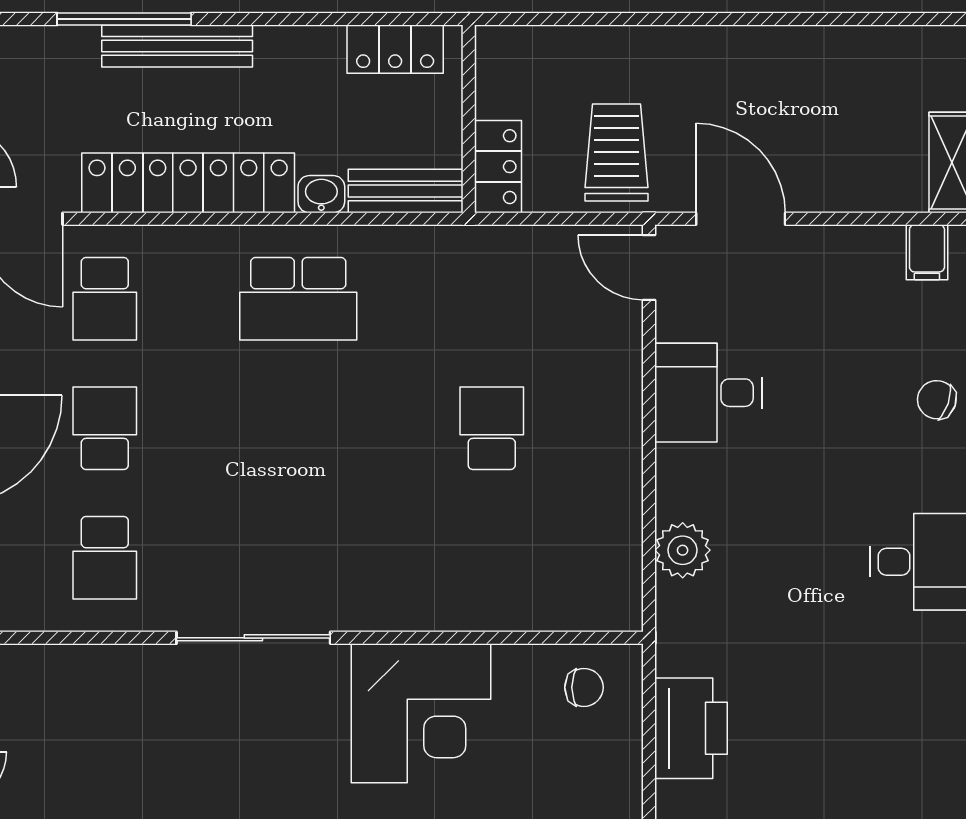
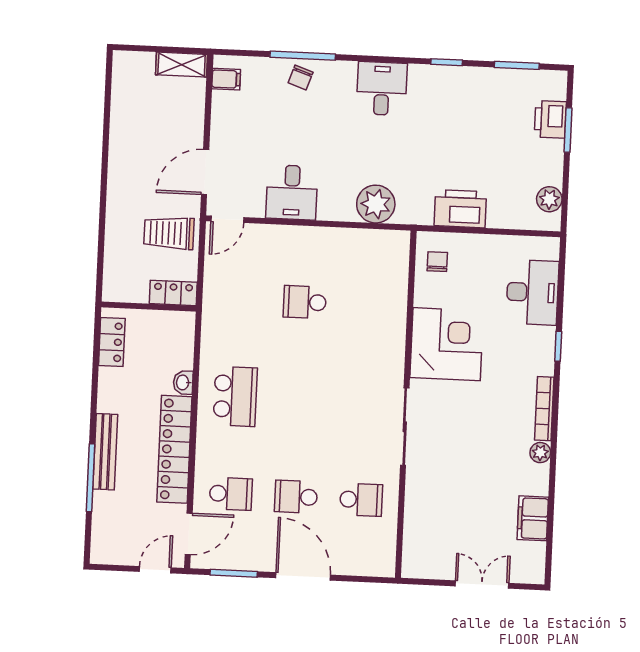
bench: (406, 191) -> (183, 340), removed
plant: (683, 550) -> (376, 204), width x1.36, depth x1.36

